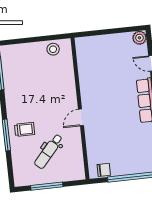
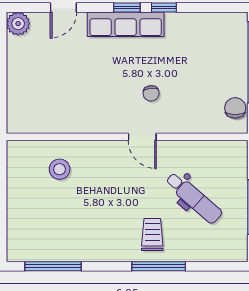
stool: (53, 49) -> (60, 169), moved
chair: (107, 120) -> (151, 93), added

